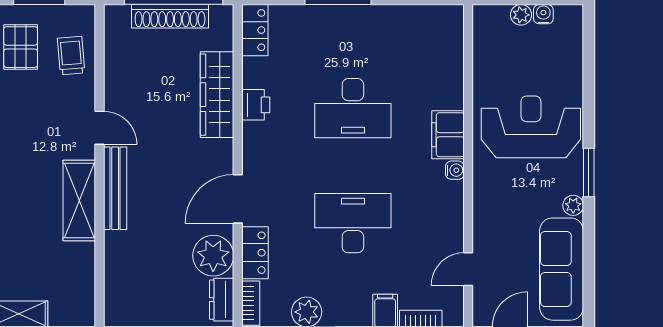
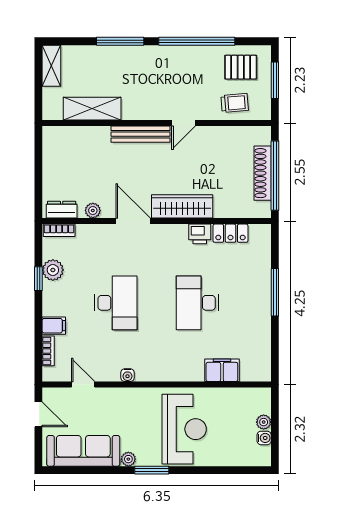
locker: (255, 30) -> (230, 233), moved
wardrobe: (217, 95) -> (182, 206), moved
filing cabinet: (448, 135) -> (222, 370), moved
water cooler: (455, 170) -> (128, 375), moved
shelving: (79, 200) -> (92, 109), moved
locker: (255, 253) -> (95, 233), removed
plant: (213, 256) -> (93, 211), width x0.53, depth x0.53

